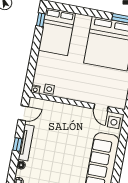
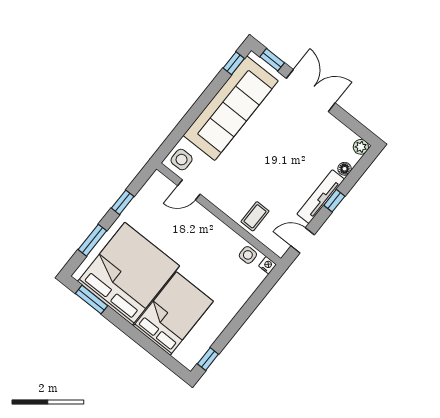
bed: (57, 32) -> (173, 314), moved
door: (101, 108) -> (189, 190), swing flipped
coffee table: (57, 112) -> (255, 216), added

